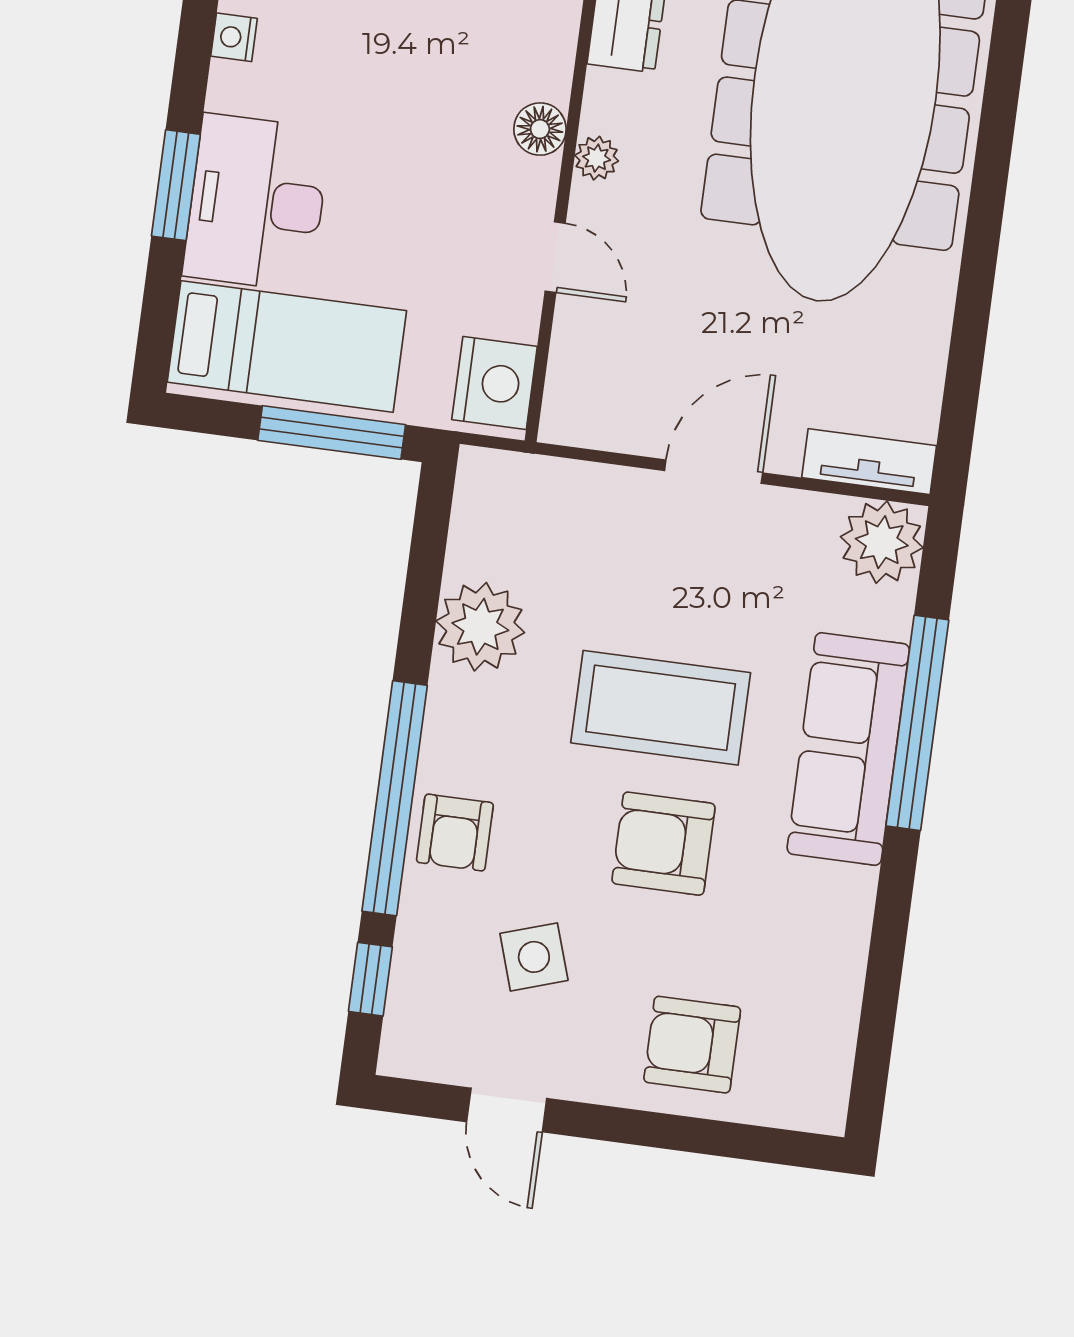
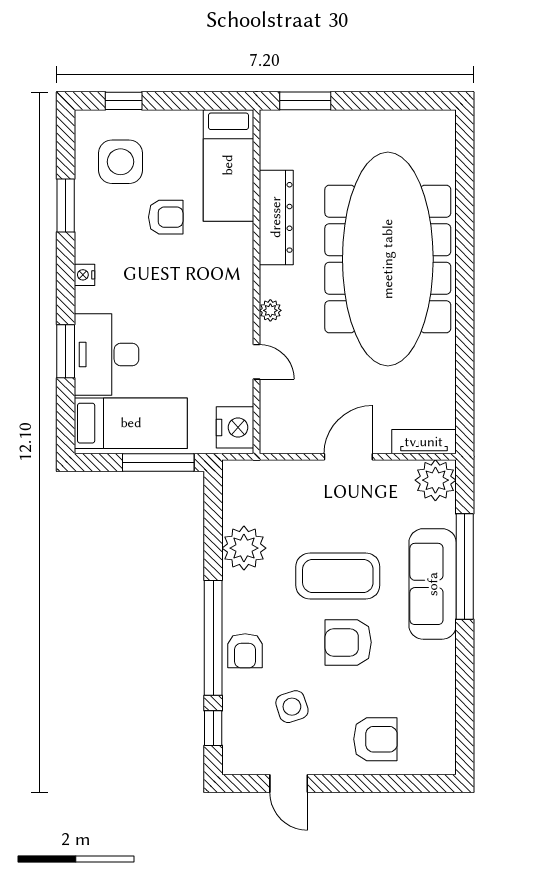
floor lamp: (540, 129) -> (241, 300), removed
armchair: (692, 1045) -> (375, 739), turned 180

